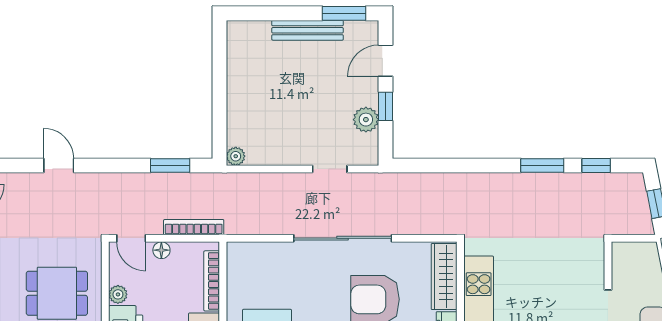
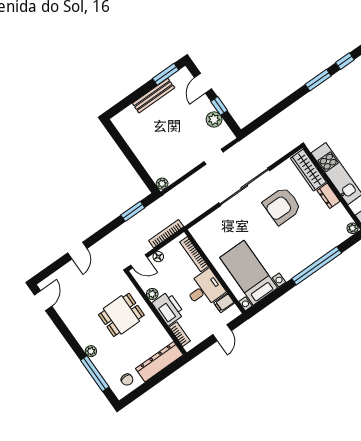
door: (59, 166) -> (77, 251), swing flipped

